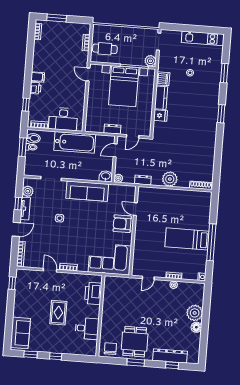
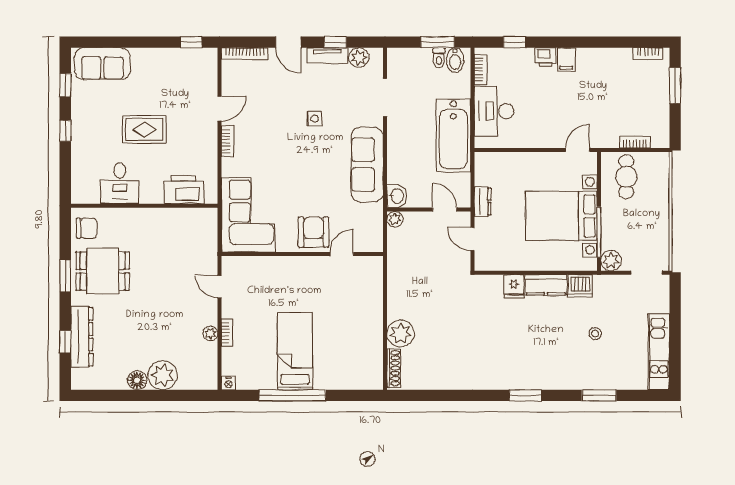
plant: (170, 179) -> (401, 334), moved
dresser: (143, 180) -> (395, 263), removed

